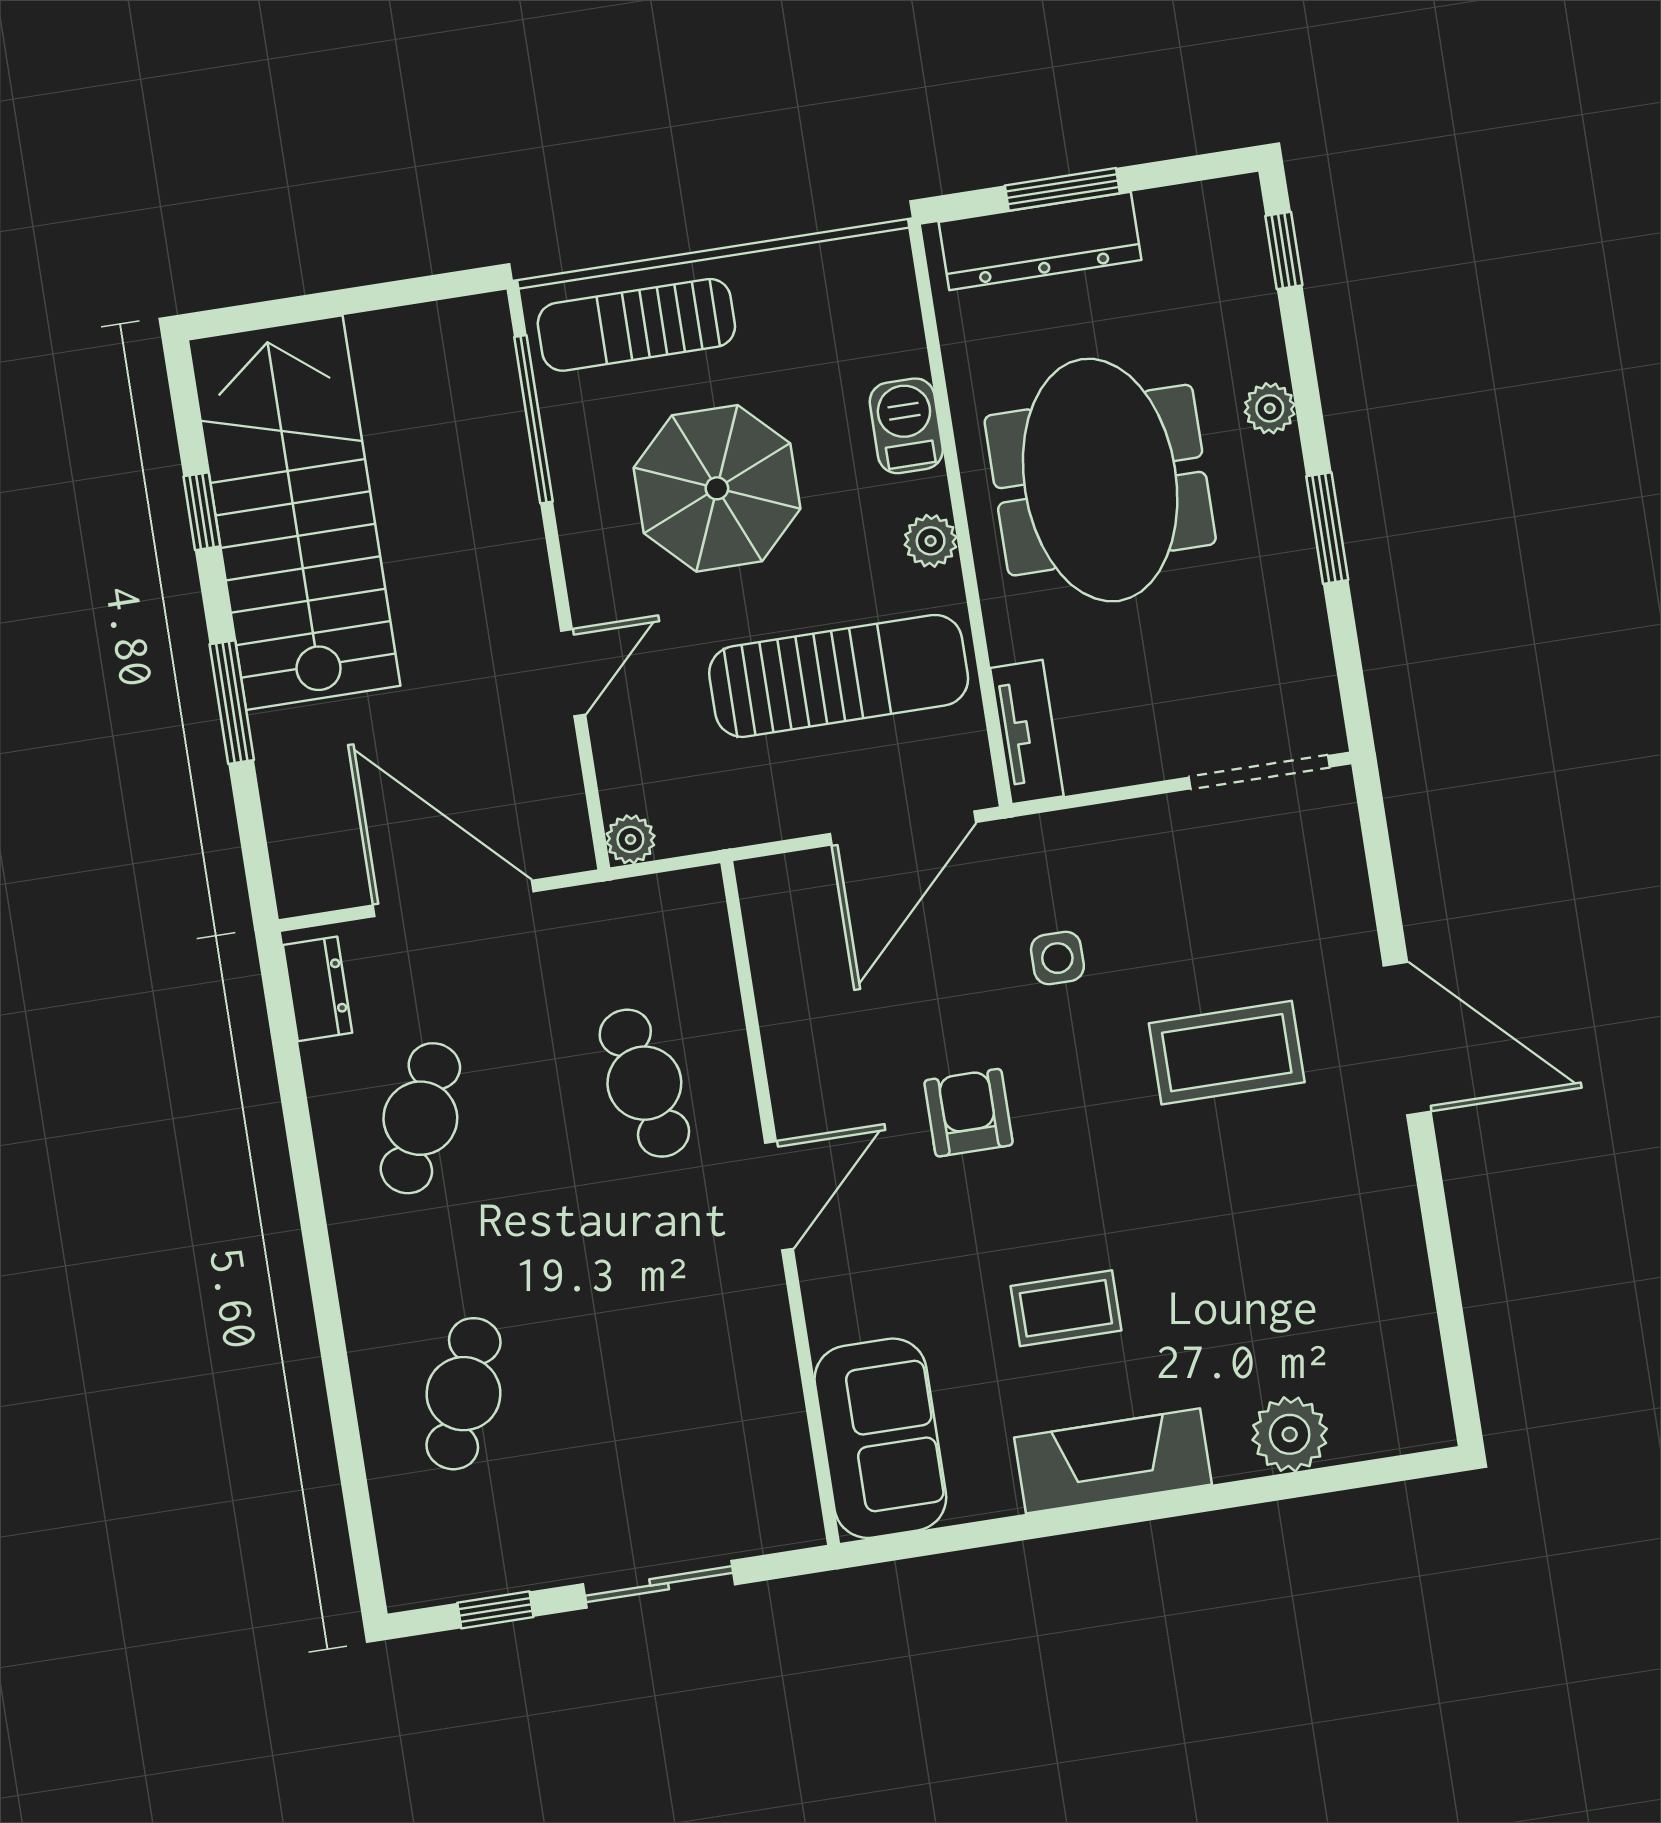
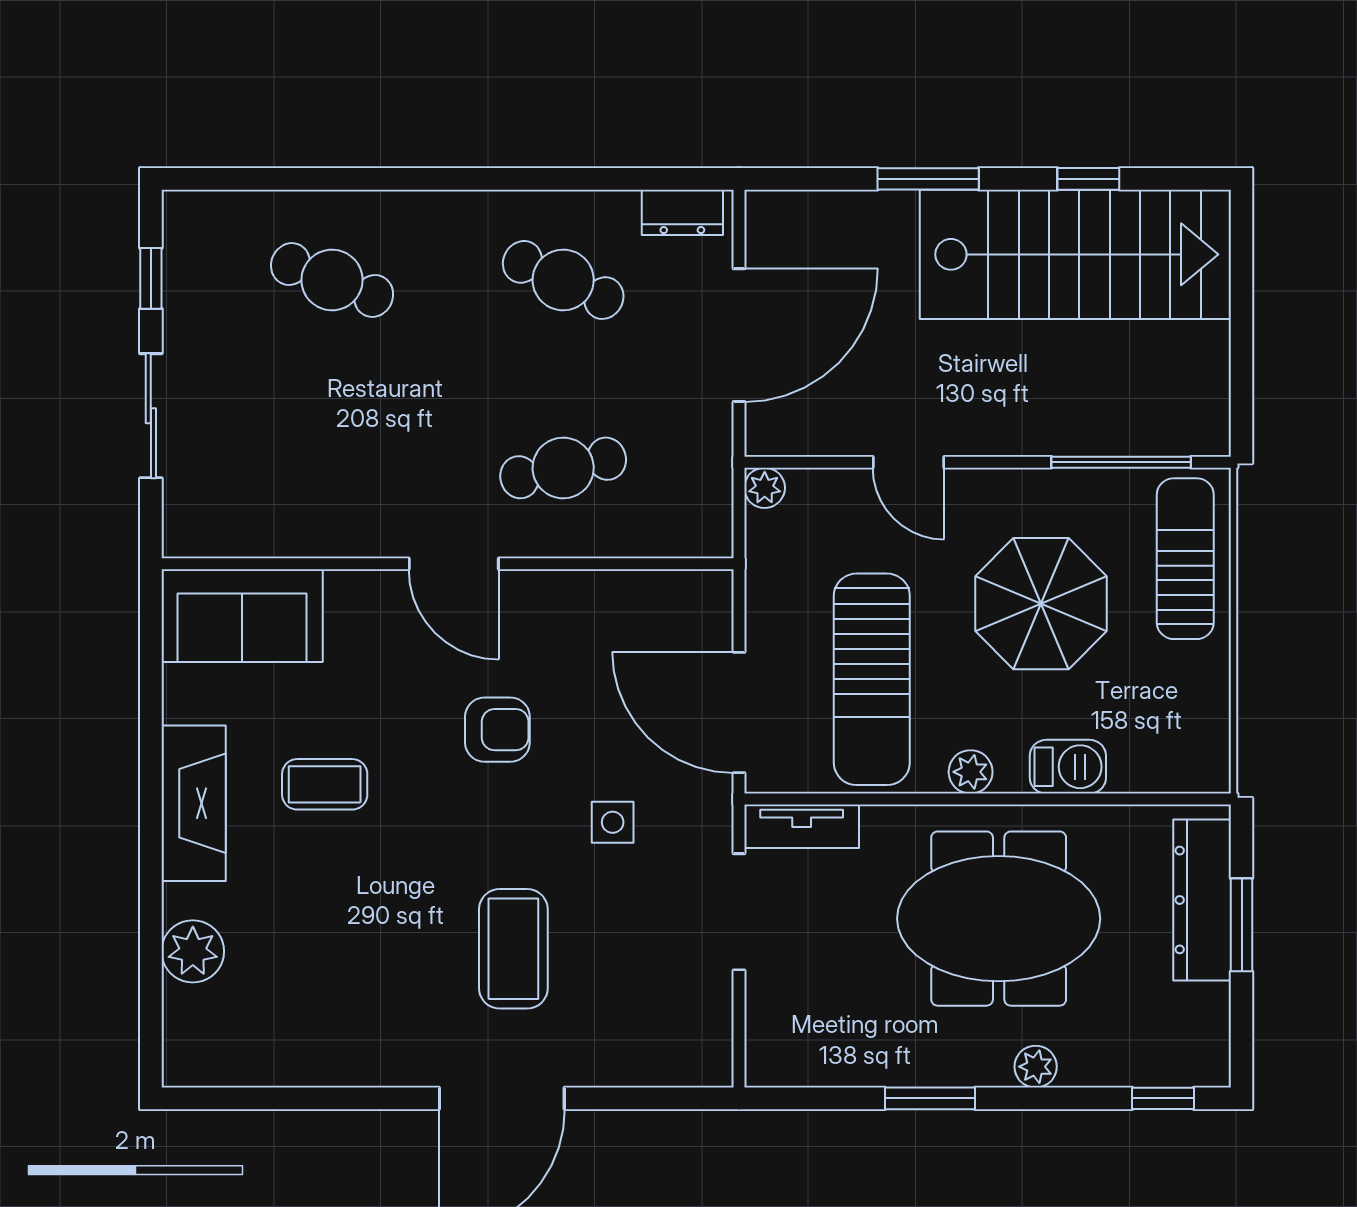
doorway: (1259, 772) -> (739, 912), moved
coffee table: (1066, 1308) -> (325, 784), turned 90

